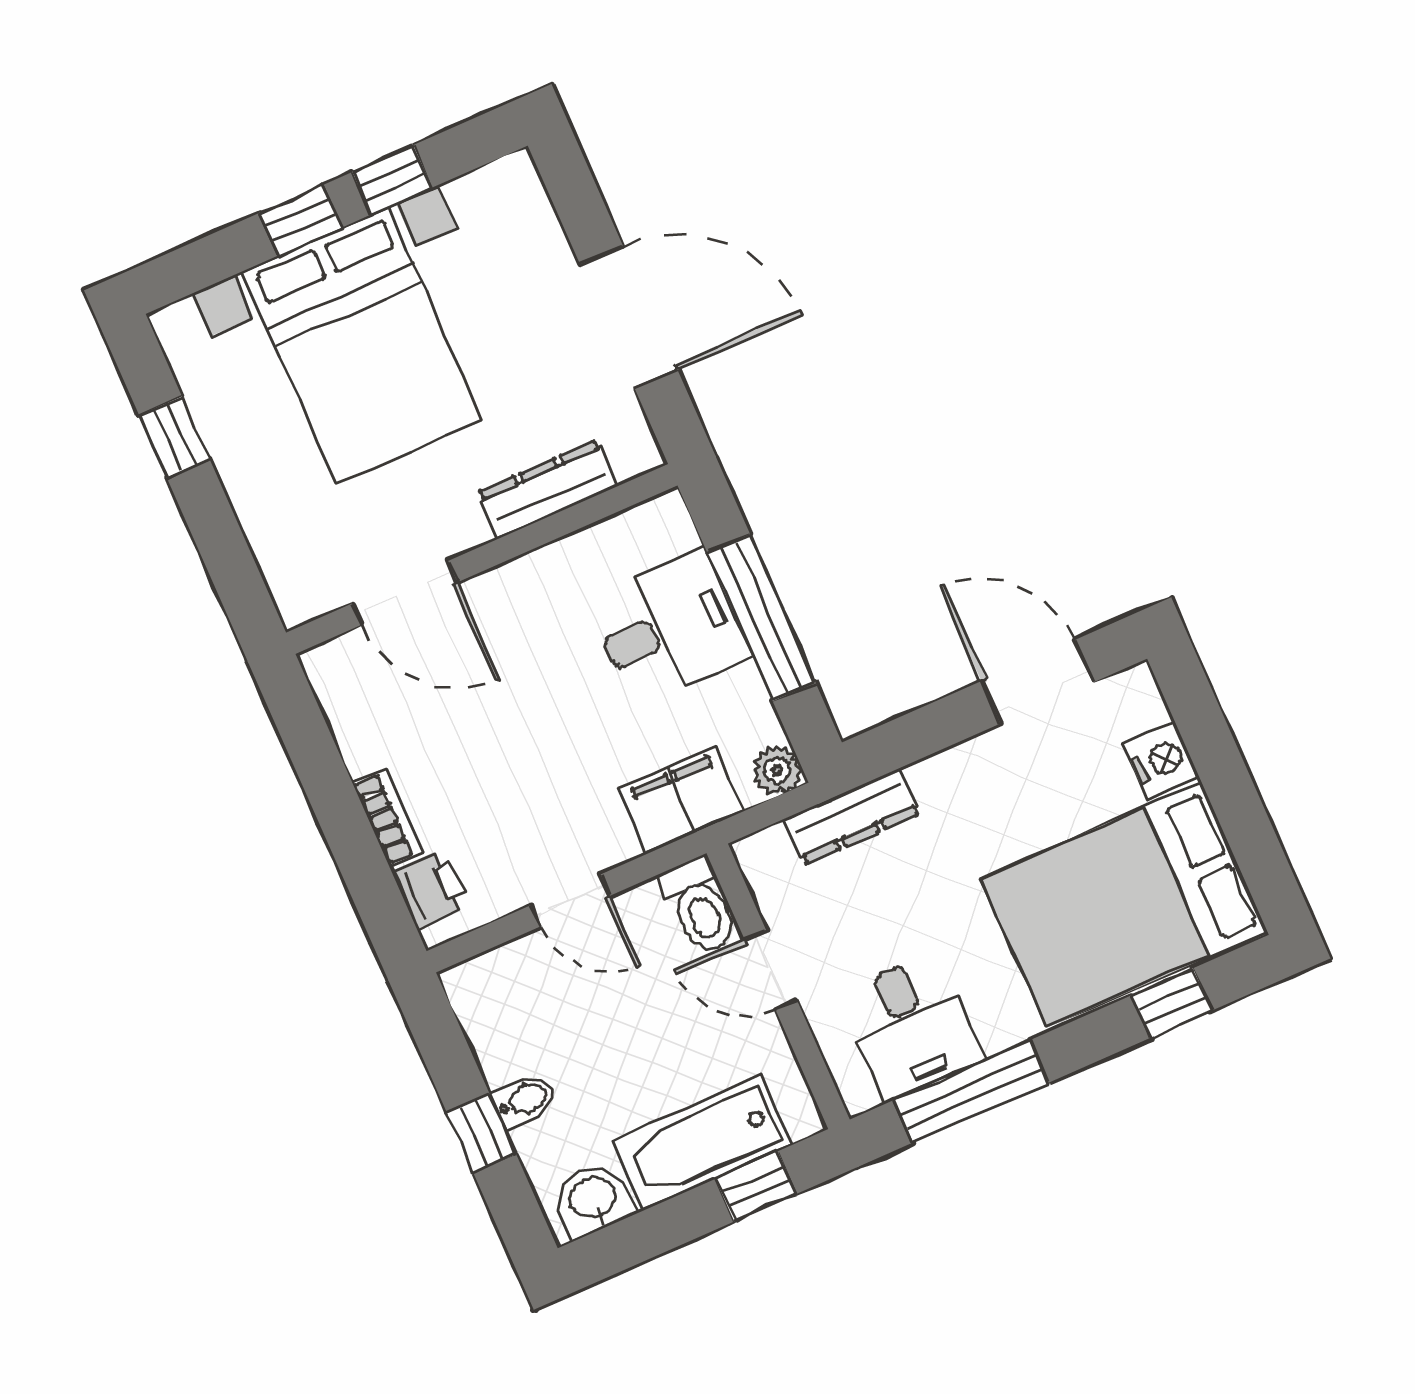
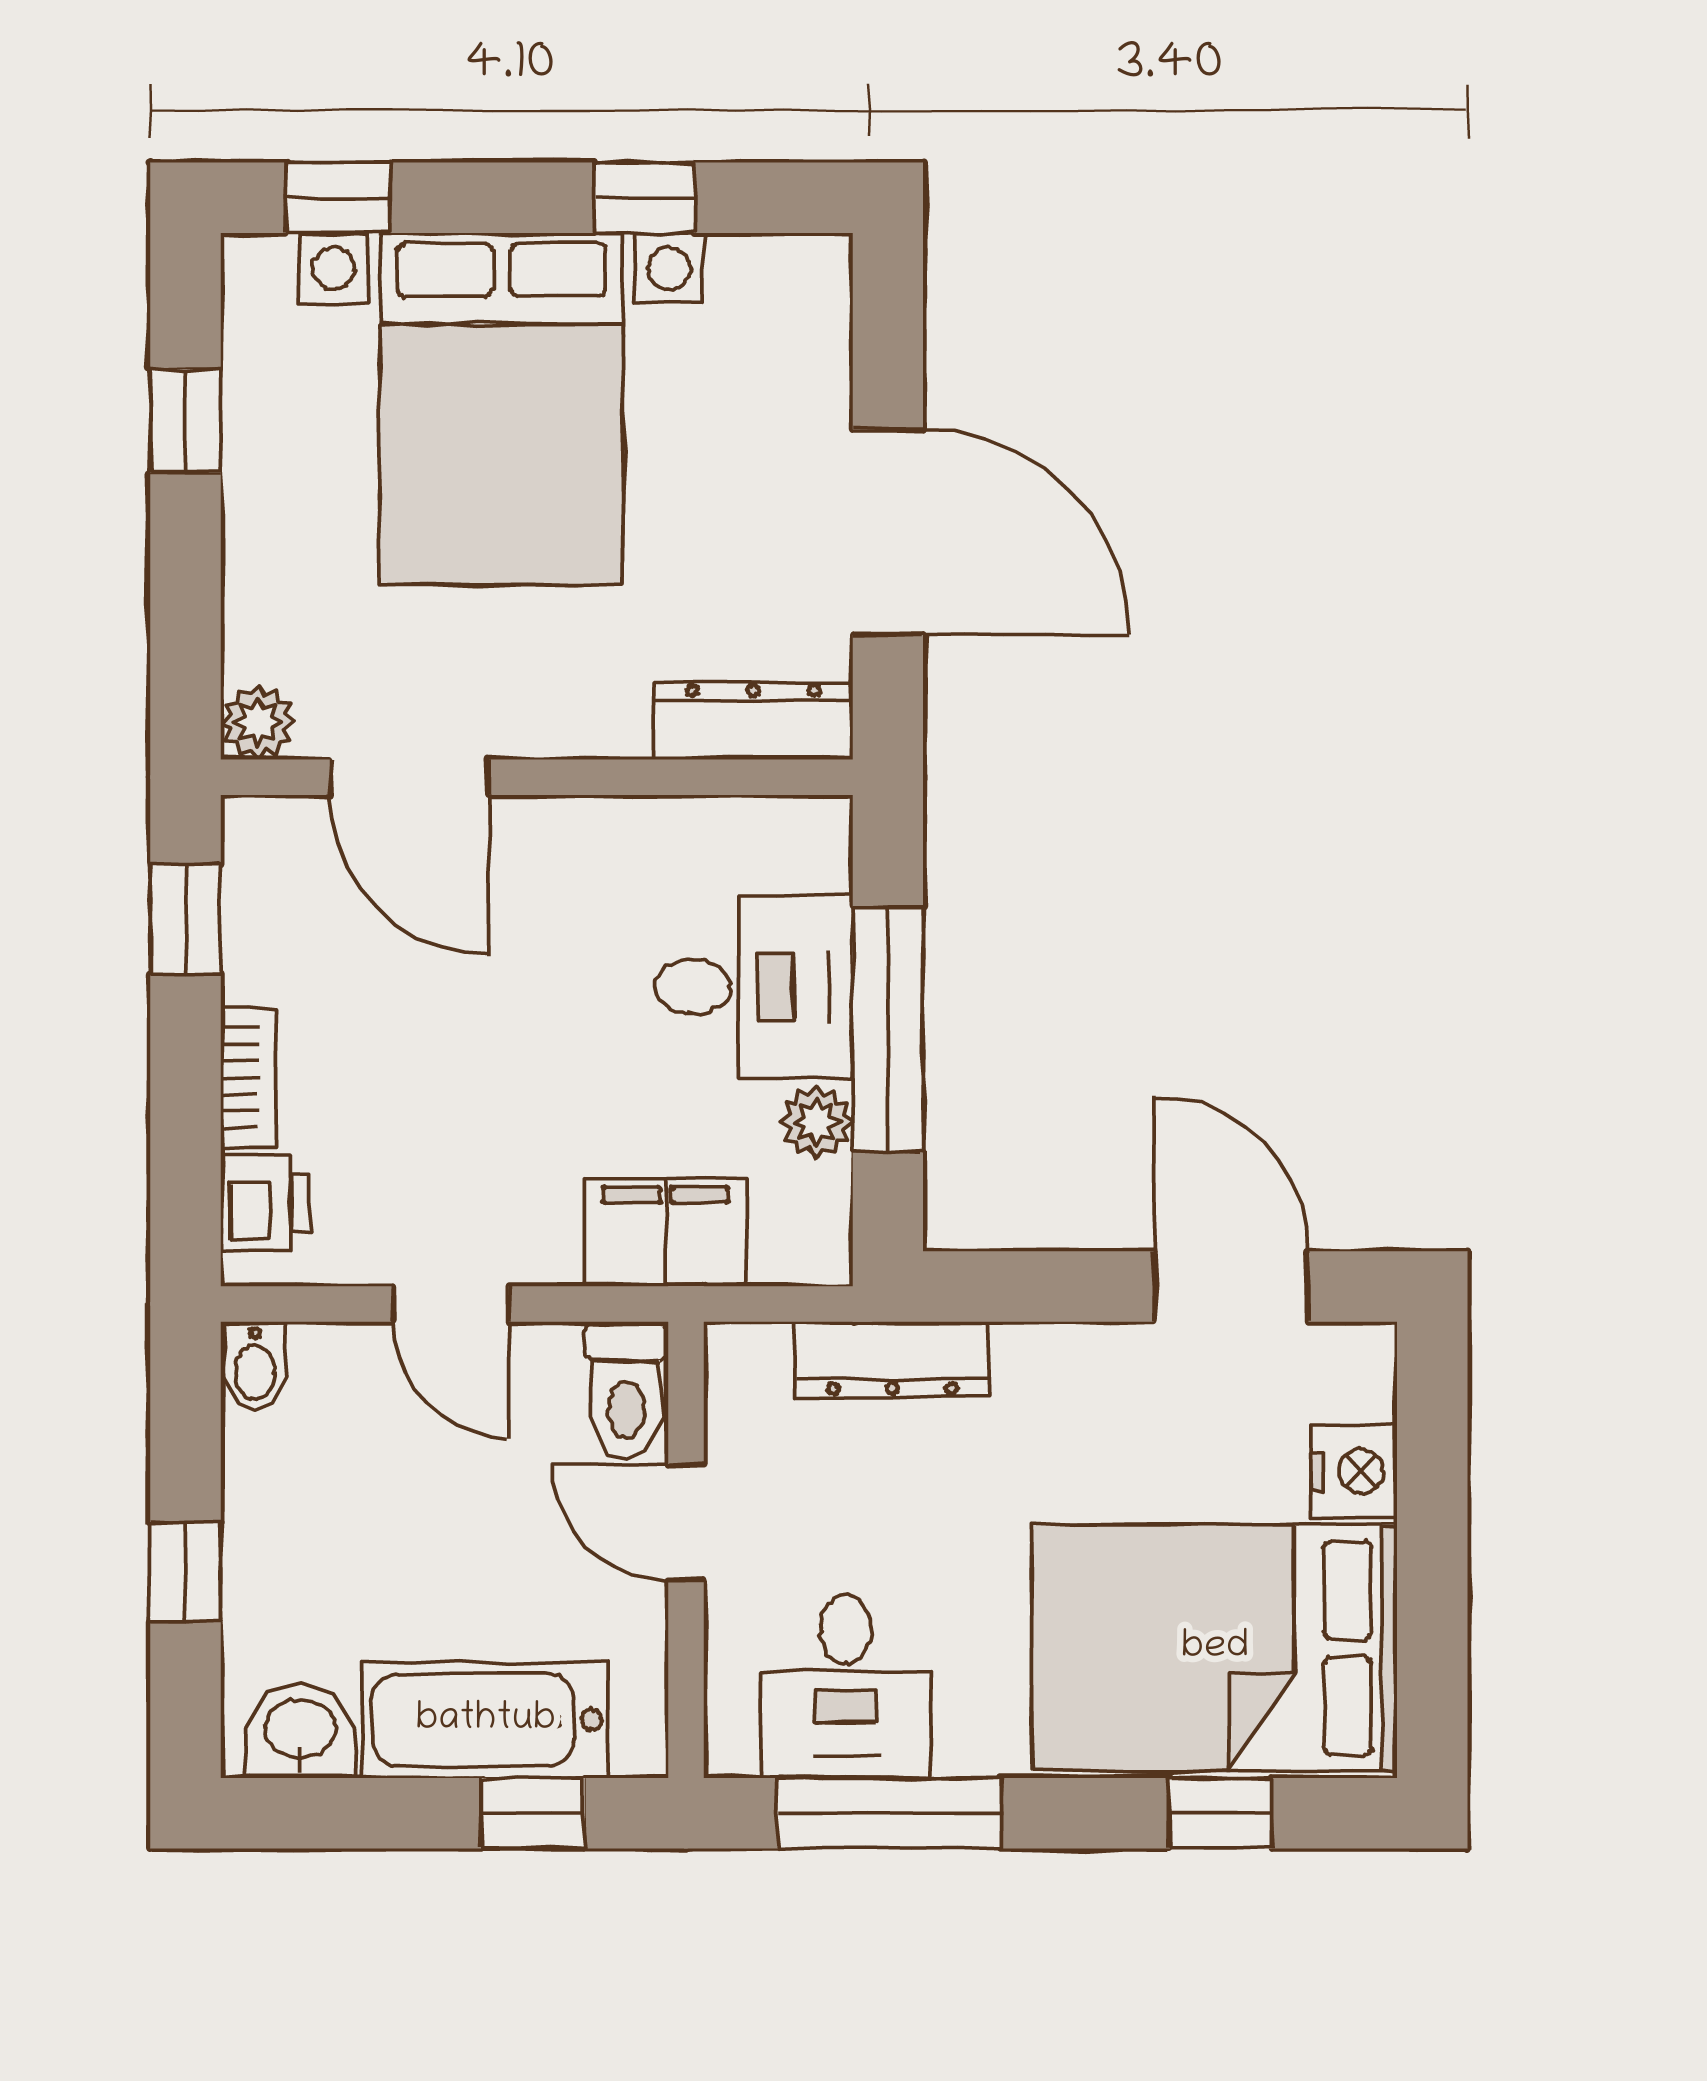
window: (301, 220) -> (338, 198), moved
dresser: (547, 489) -> (753, 721), moved
plant: (299, 600) -> (258, 722), added
window: (307, 738) -> (186, 919), added
plant: (777, 770) -> (816, 1122), moved
bidet: (524, 1100) -> (255, 1366), moved, turned 90

